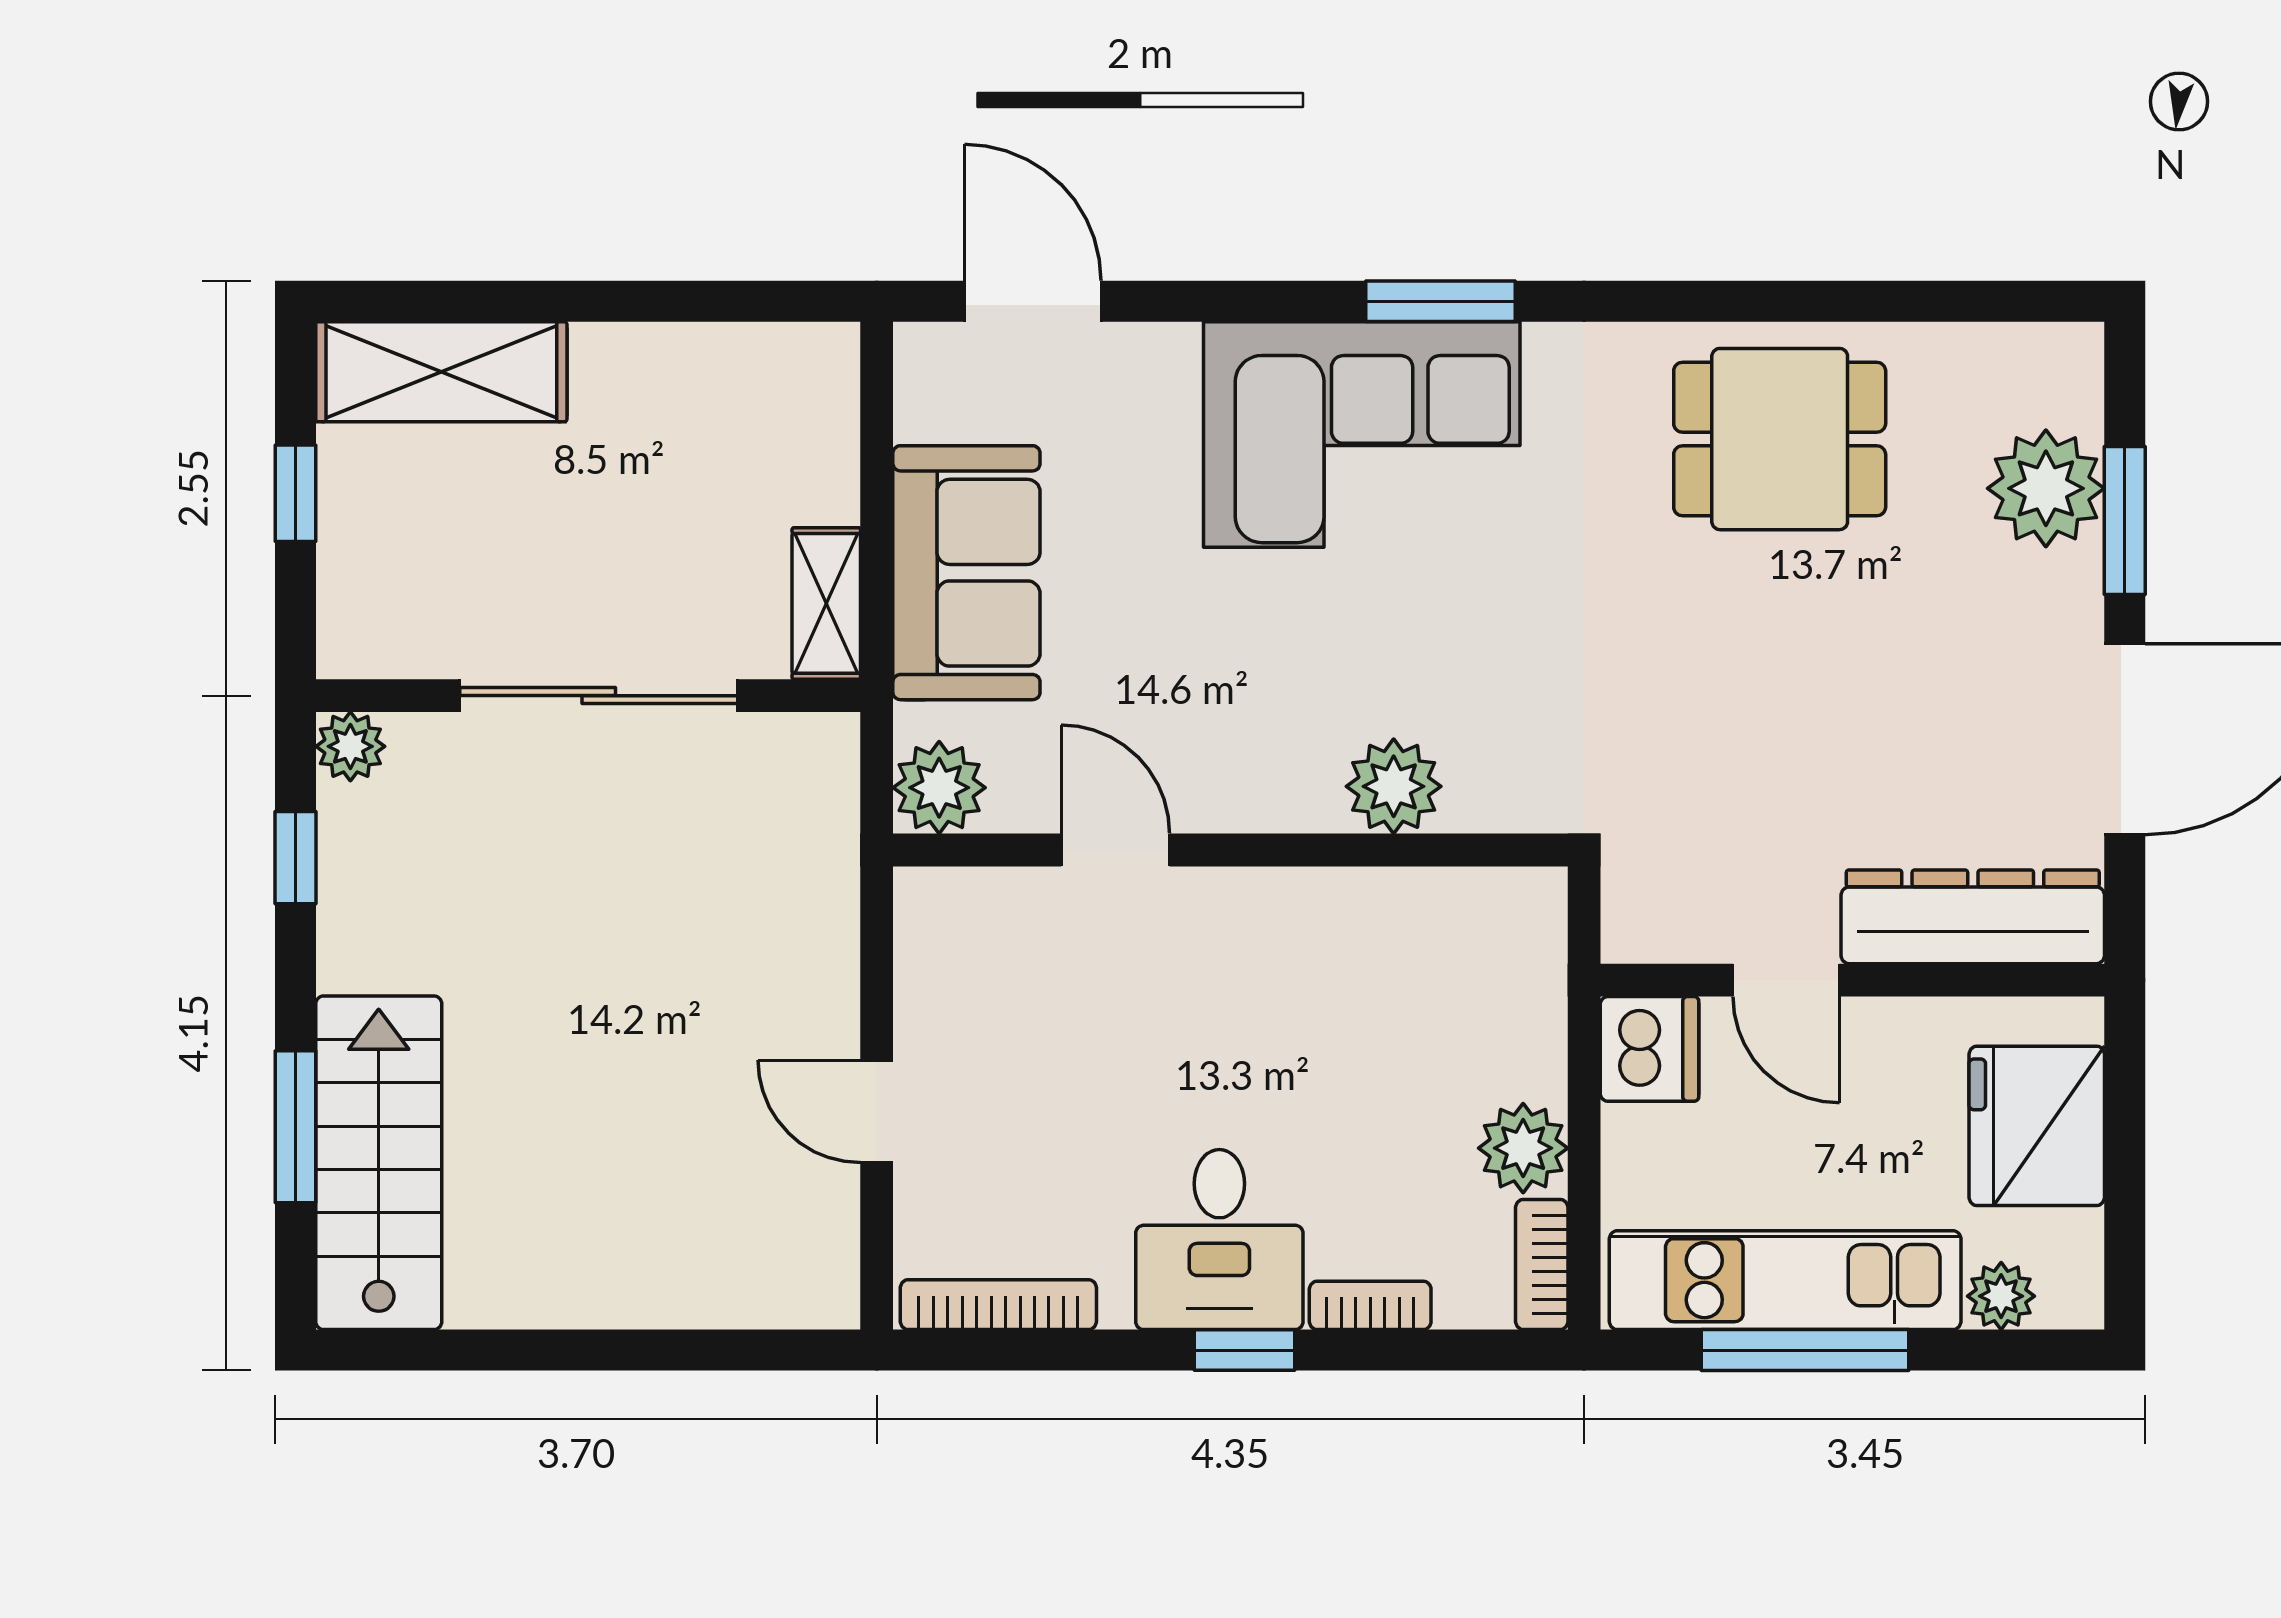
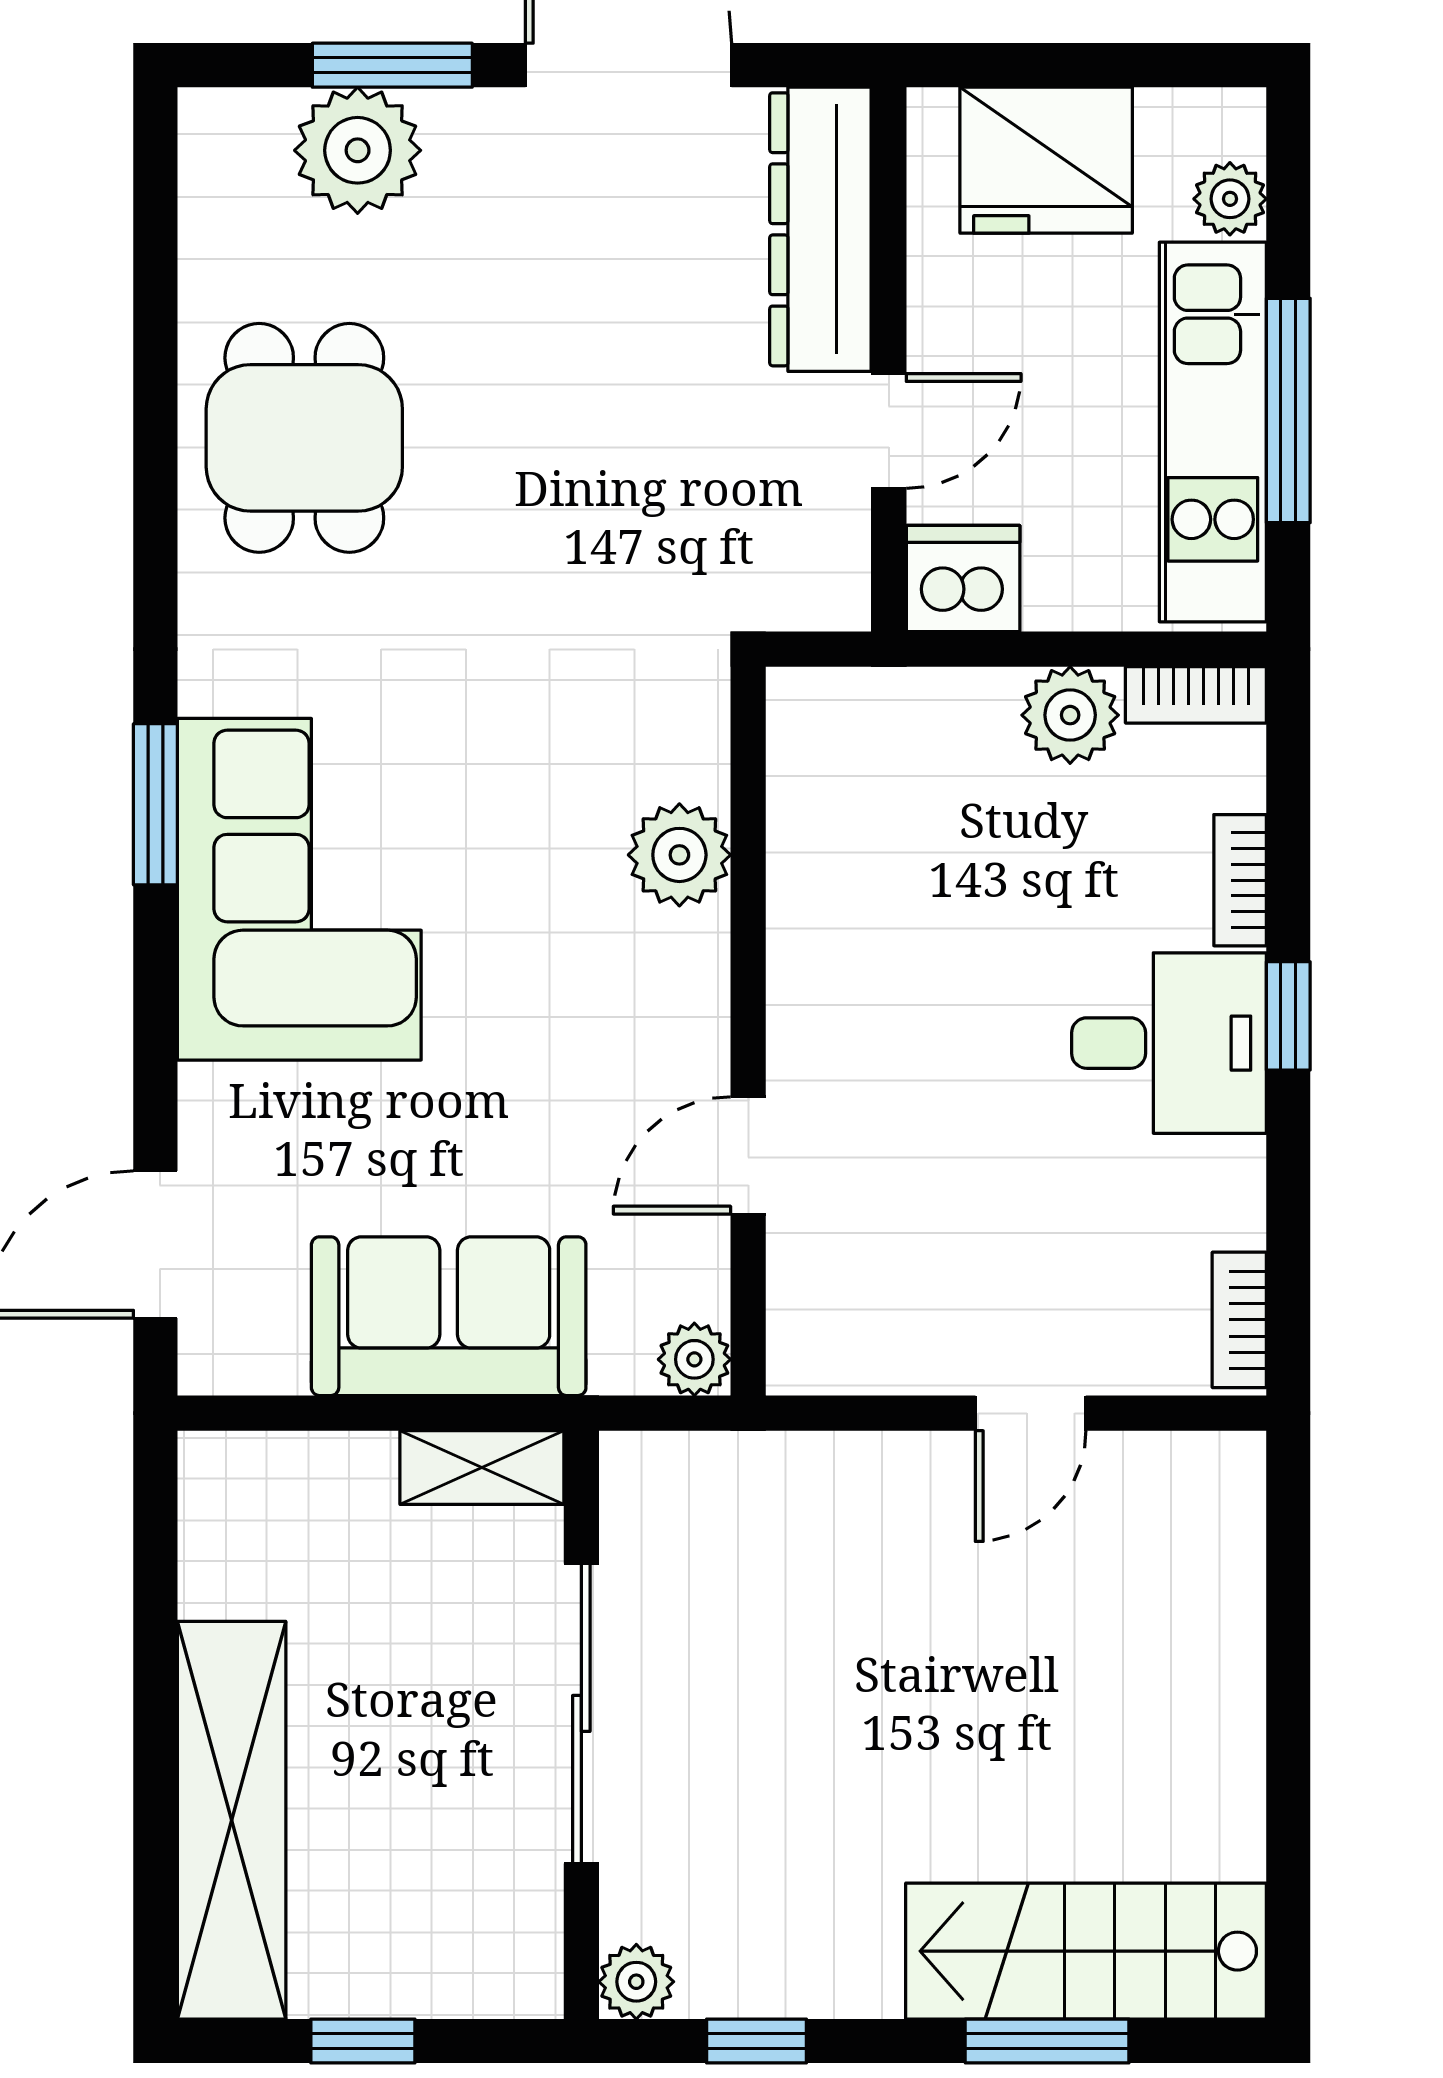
shelving: (441, 372) -> (232, 1820), width x1.47
plant: (939, 788) -> (694, 1359), width x0.73, depth x0.73
bookcase: (998, 1305) -> (1239, 1320), width x0.64

